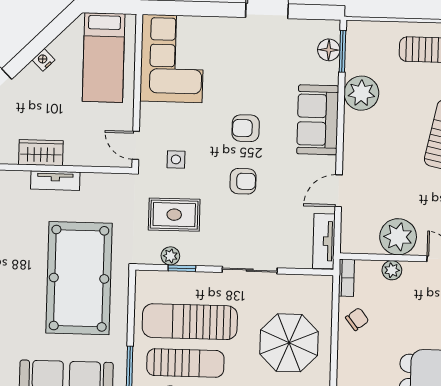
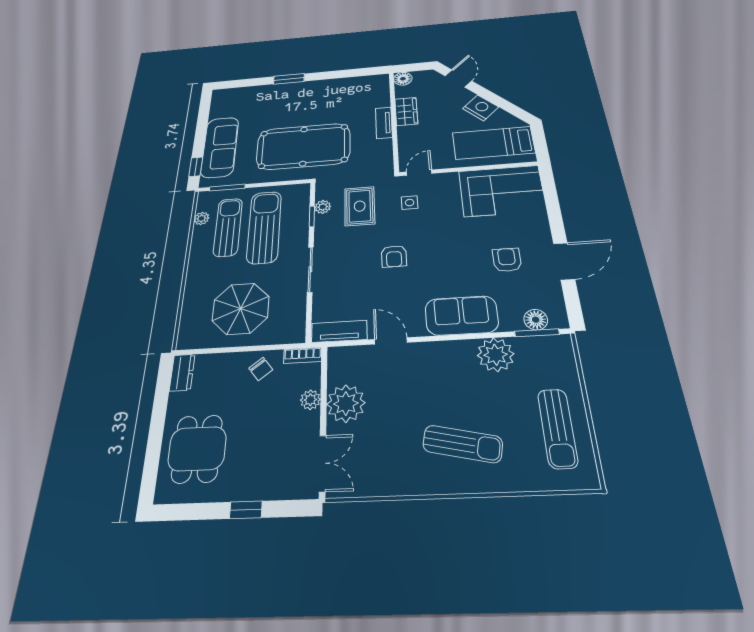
nightstand: (43, 60) -> (481, 108), width x1.89, depth x1.79
armchair: (246, 128) -> (507, 260), moved
sun lounger: (185, 363) -> (228, 227), turned 180

